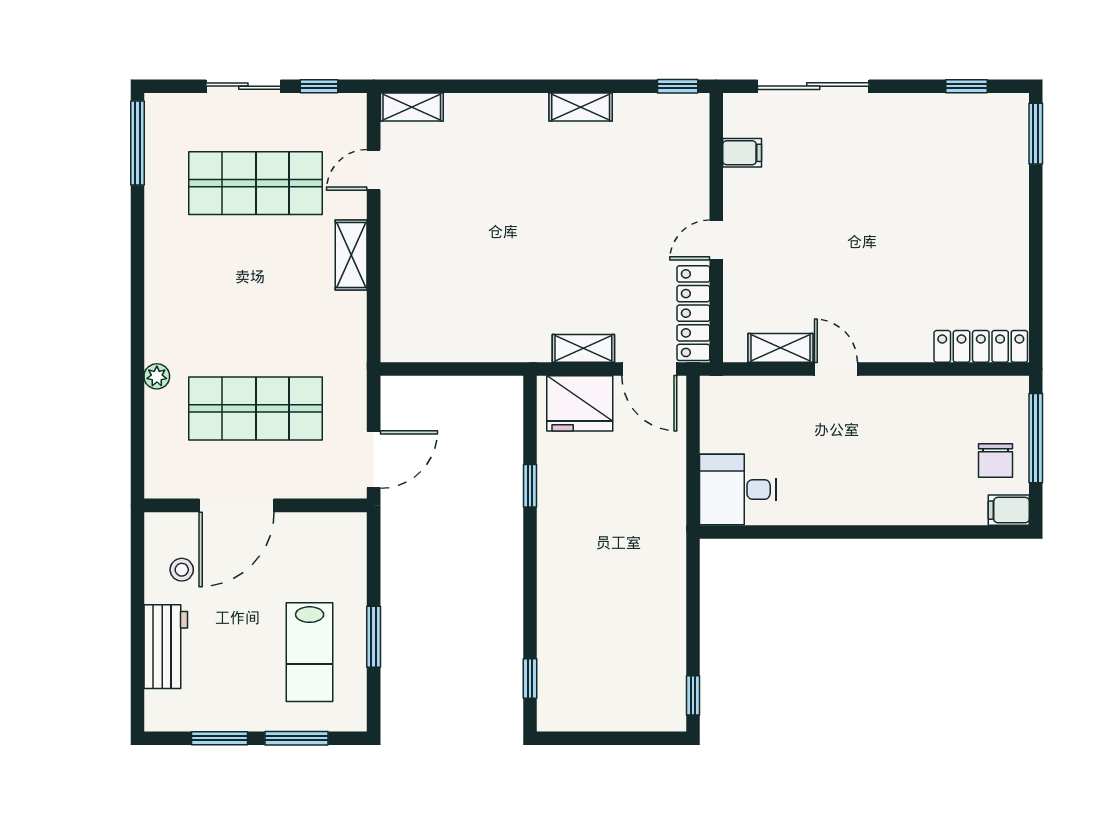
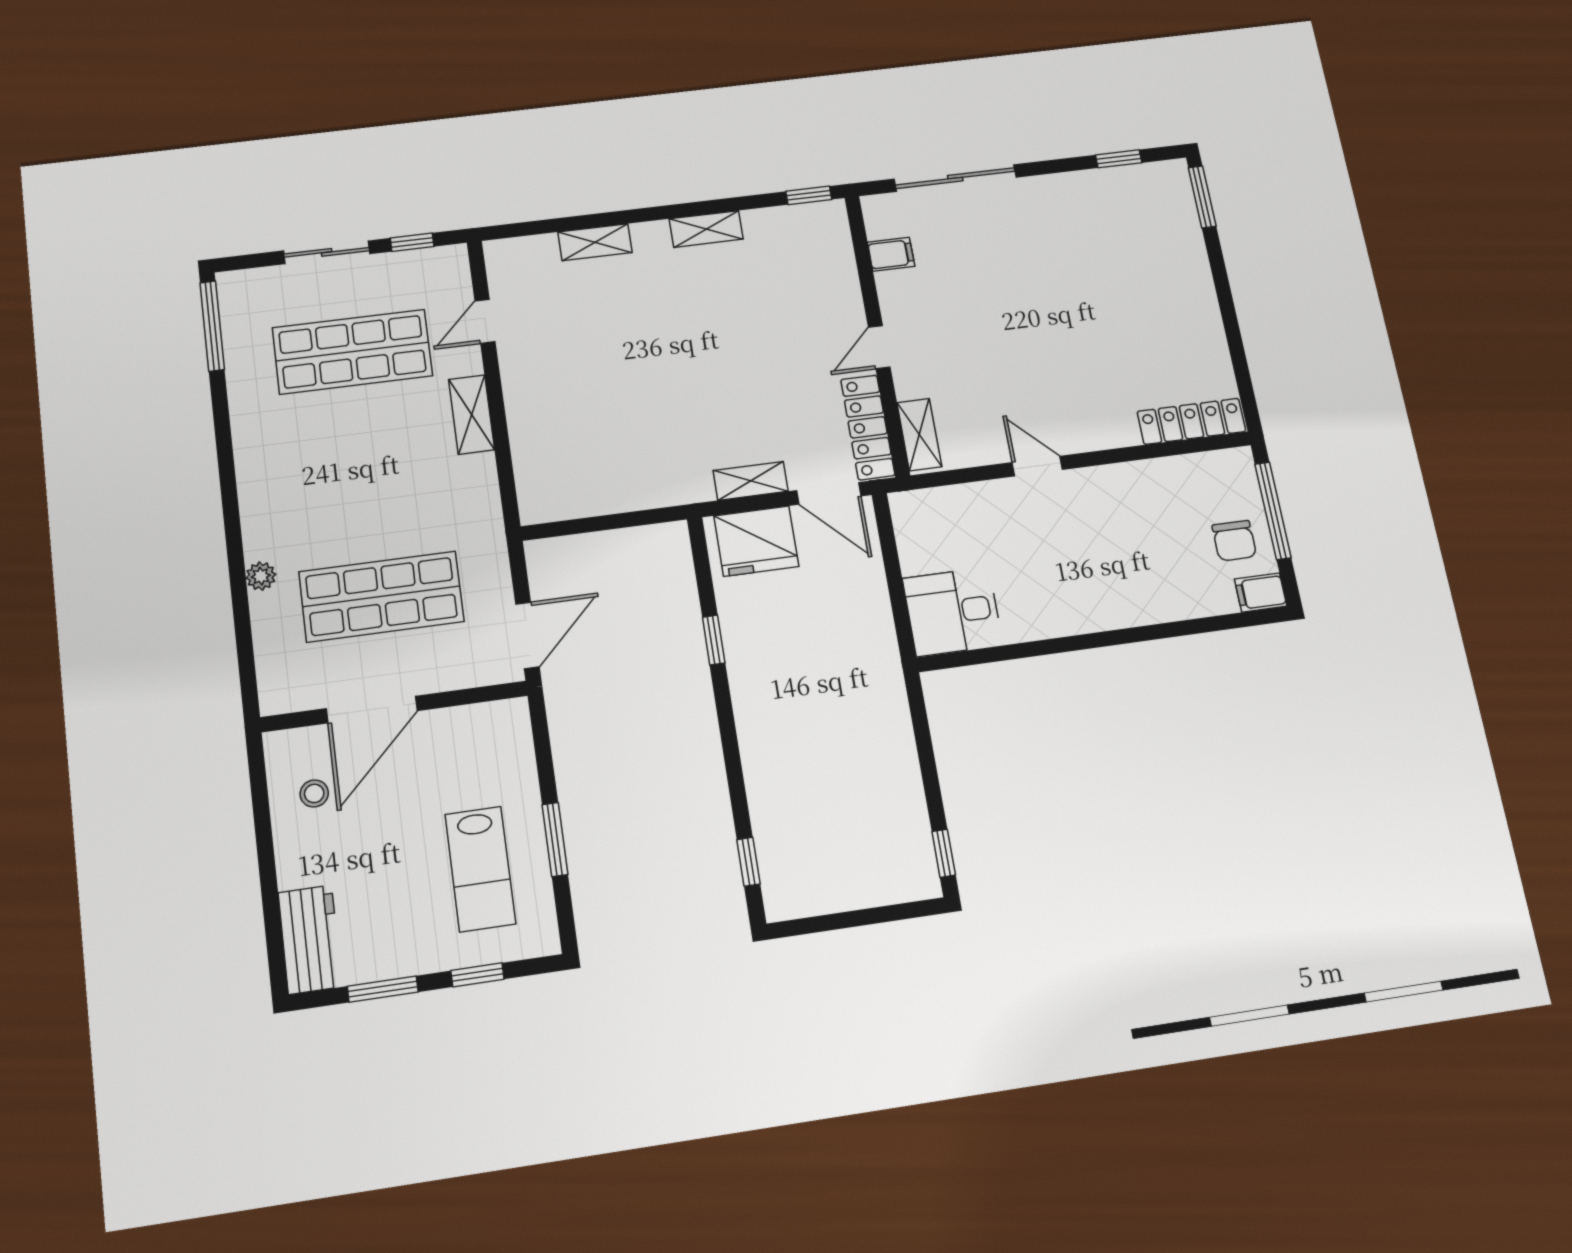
shelving: (412, 107) -> (595, 242), moved
shelving: (780, 348) -> (919, 435), moved, turned 90
workbench: (166, 647) -> (310, 940), moved
window: (297, 738) -> (477, 975), width x0.67

